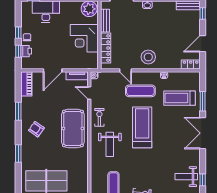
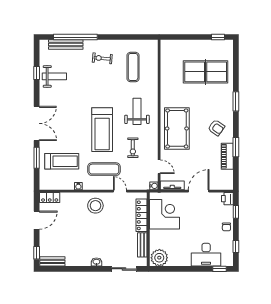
window: (18, 33) -> (236, 247), moved
corner desk: (84, 38) -> (164, 214), moved
printer: (26, 51) -> (227, 199), moved
piano: (26, 84) -> (227, 156), moved
exercise bike: (99, 117) -> (133, 148), moved

